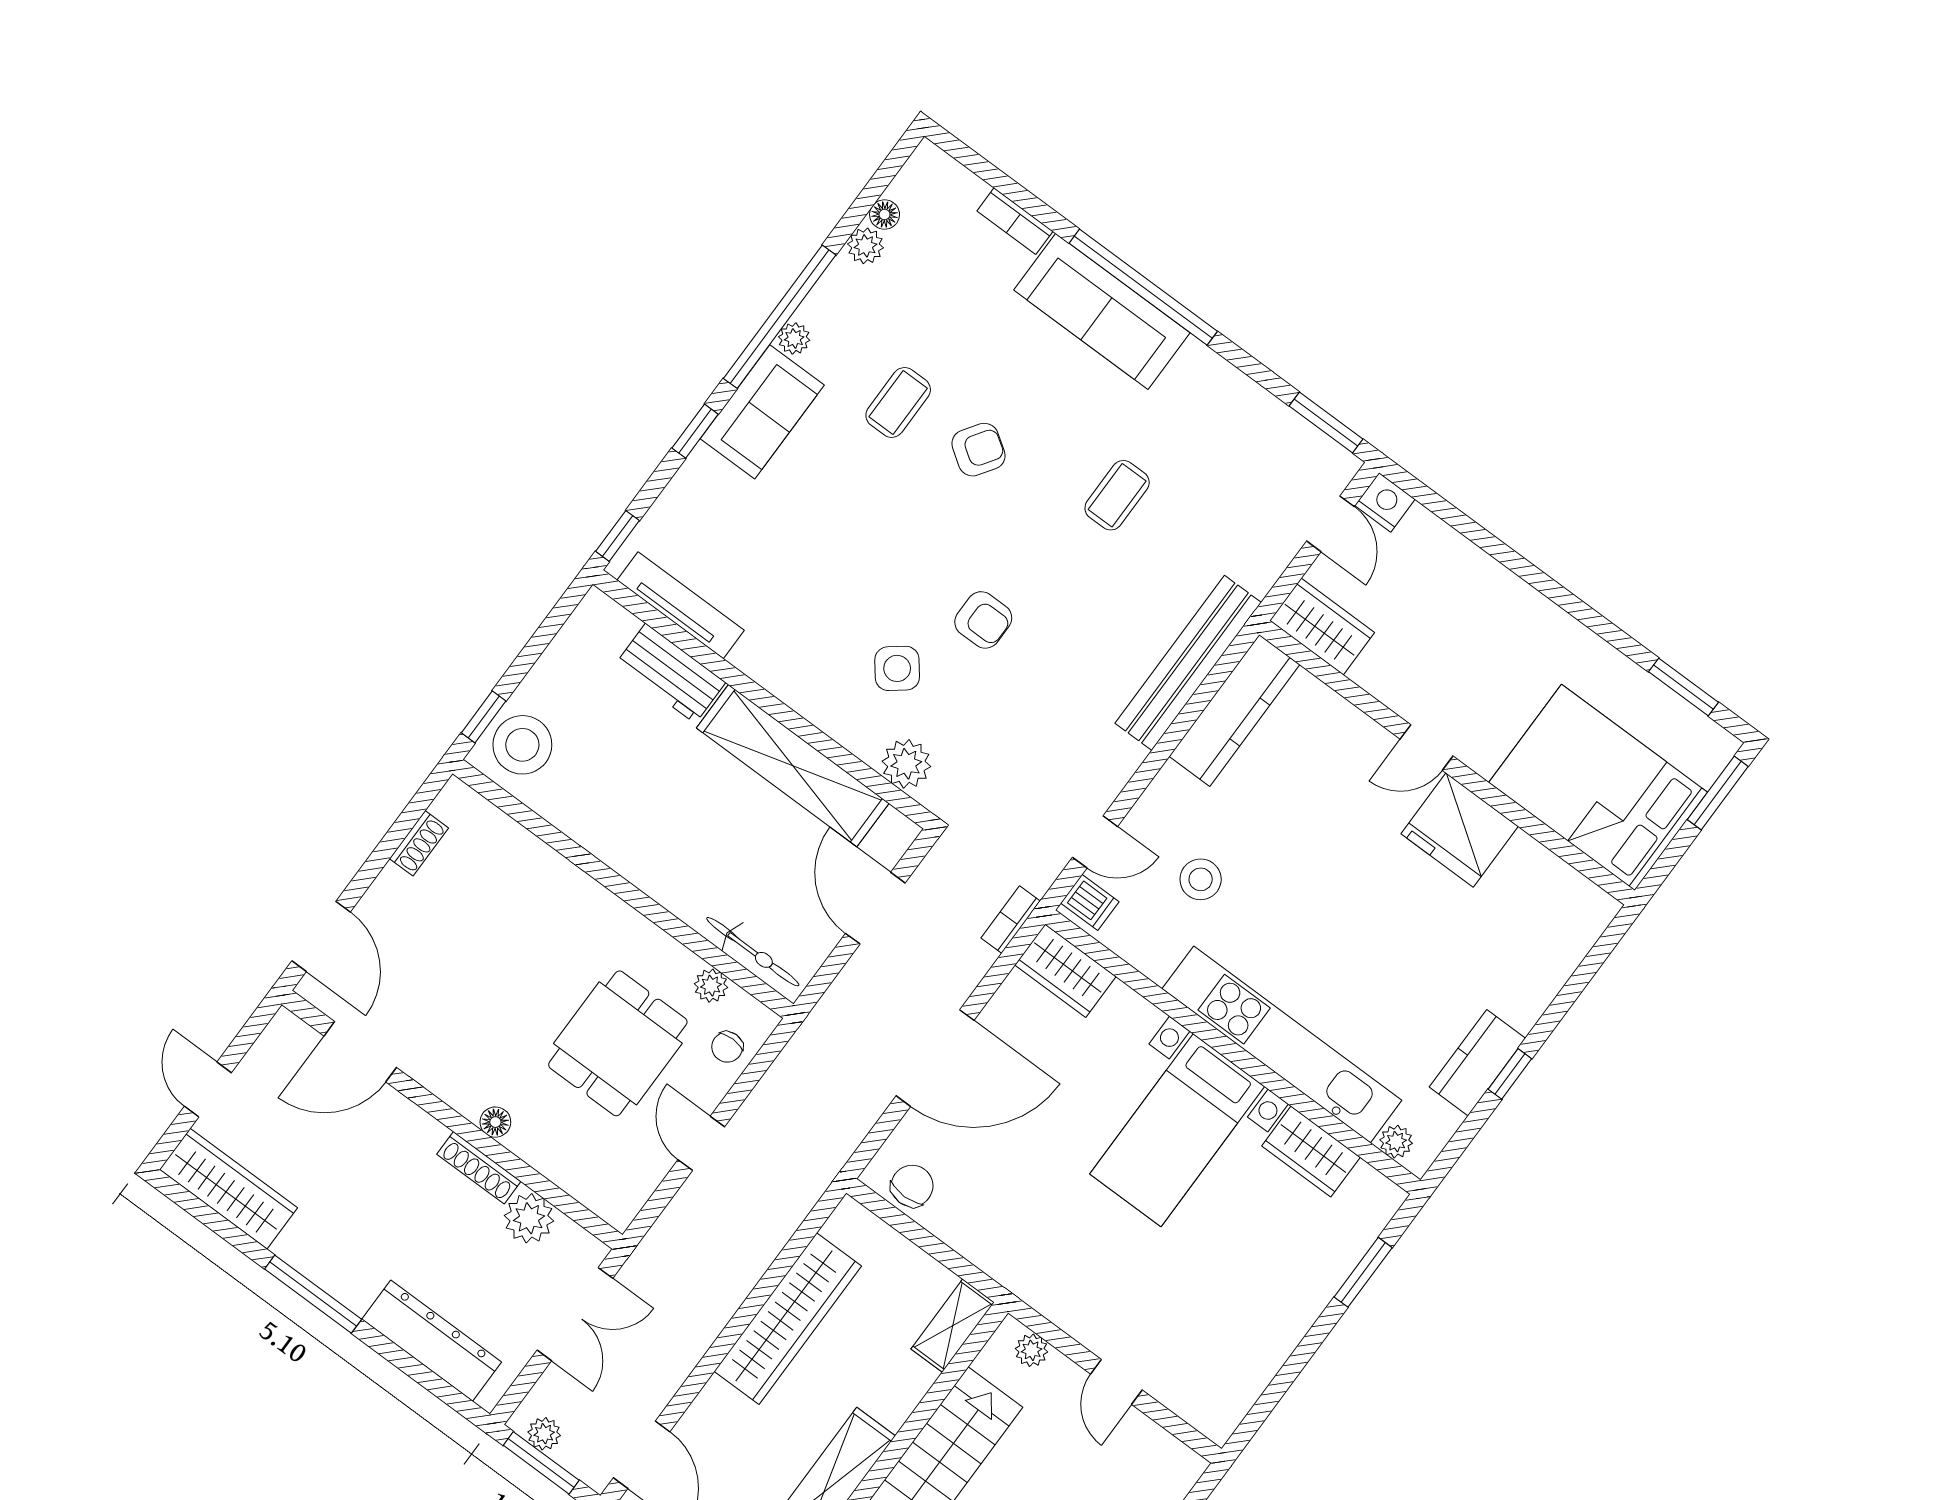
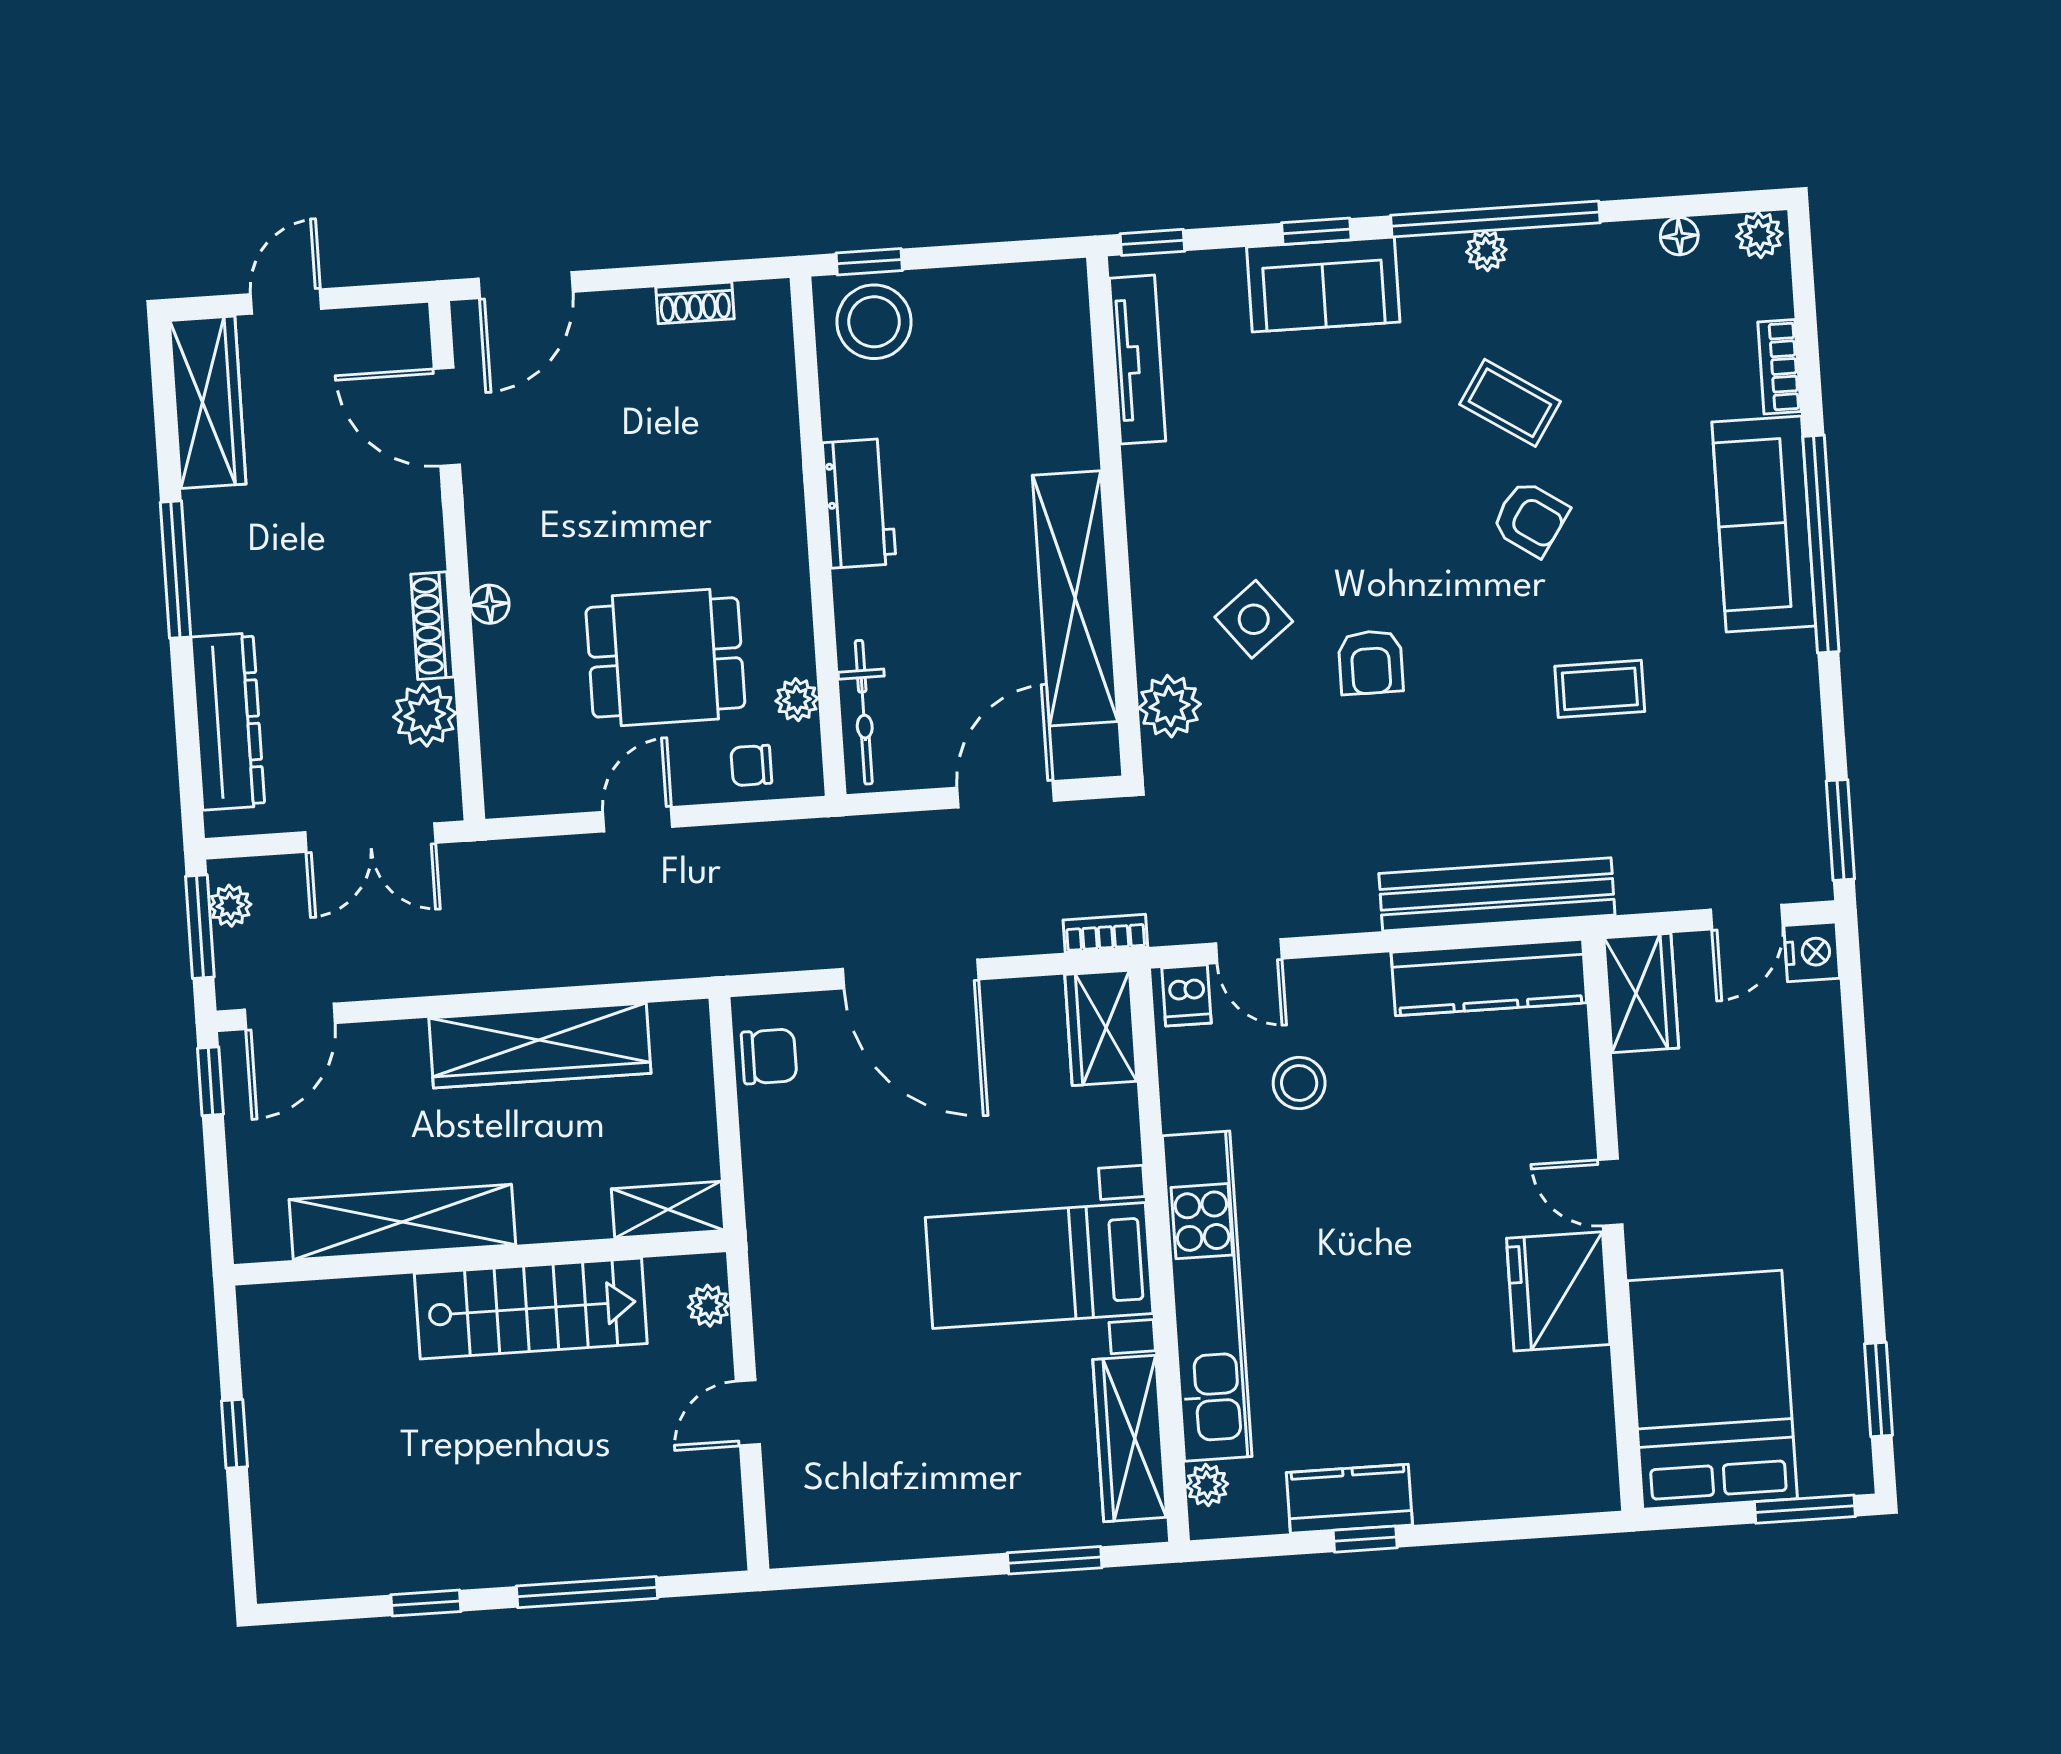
plant: (865, 246) -> (1759, 235), moved
coffee table: (898, 402) -> (1510, 403), turned 33
sofa: (762, 412) -> (1323, 284), moved
workbench: (670, 673) -> (859, 503), moved, turned 180
wardrobe: (1311, 1152) -> (1130, 1438), width x1.50

